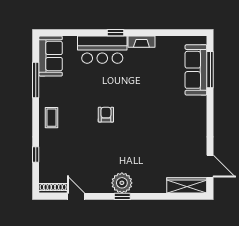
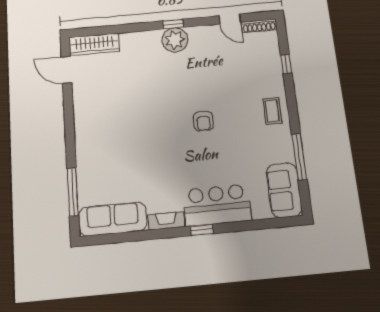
sofa: (196, 70) -> (113, 219), moved, turned -90

